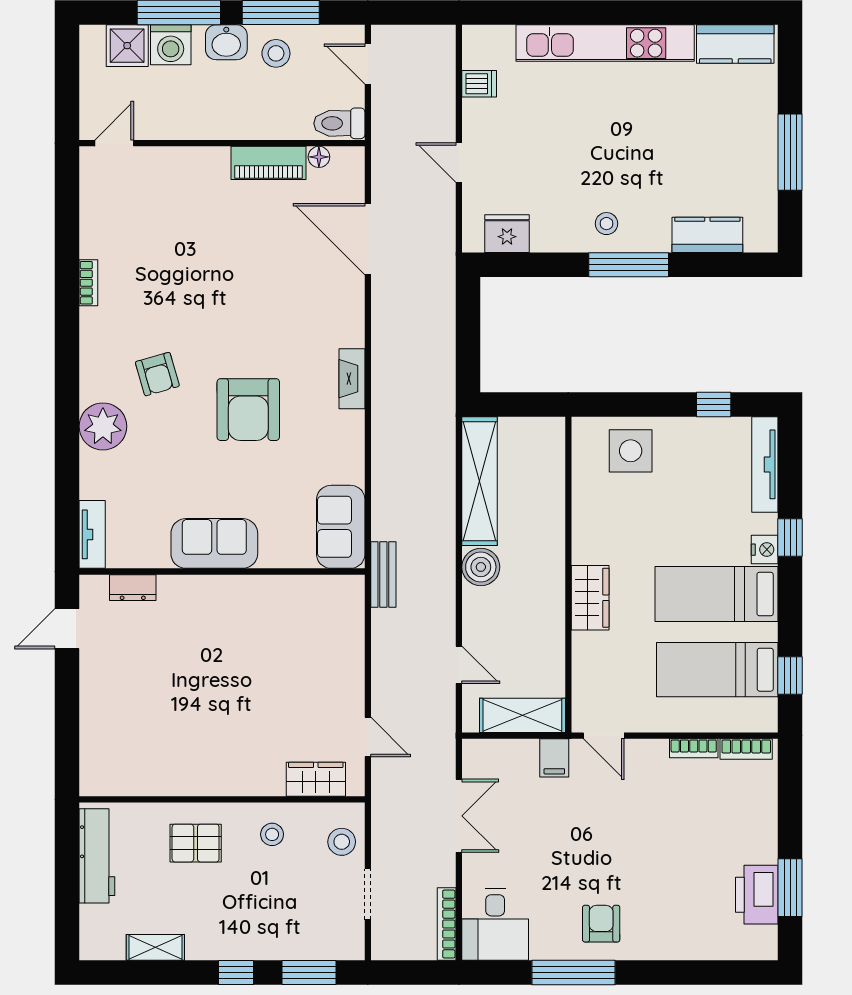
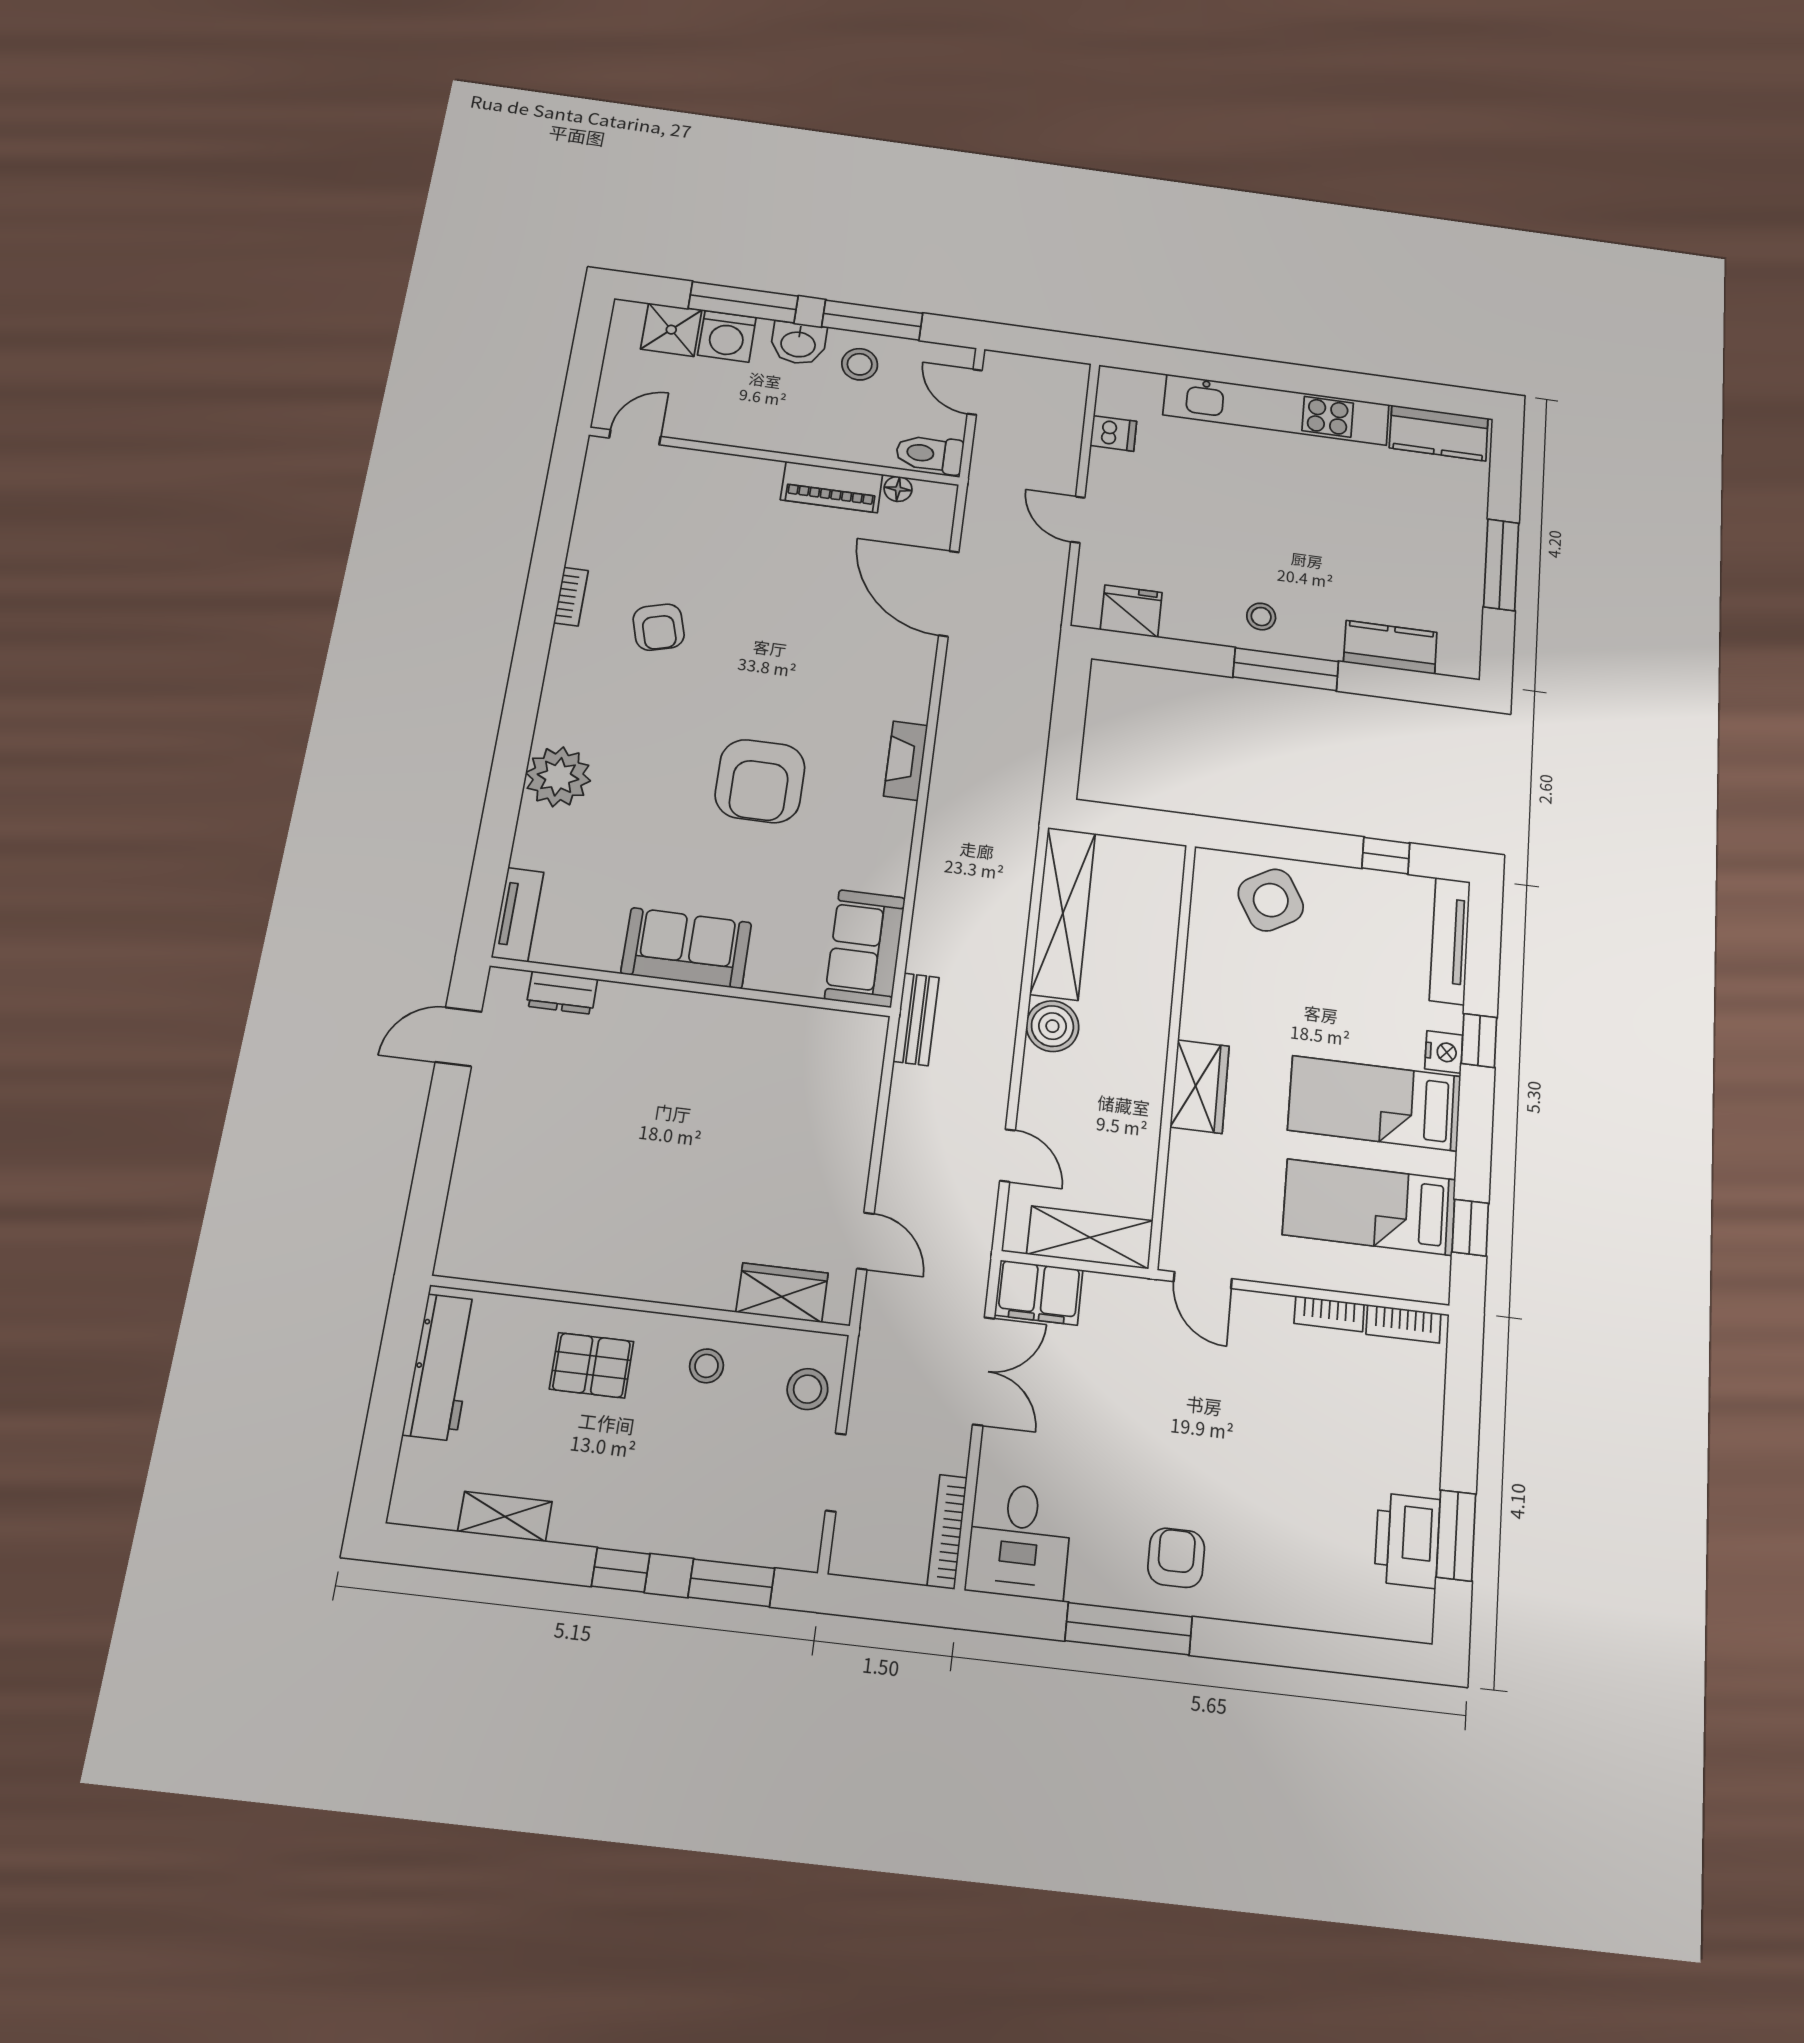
armchair: (157, 374) -> (659, 627), moved
side table: (631, 451) -> (1271, 900), turned -30
filing cabinet: (554, 758) -> (1039, 1292), moved, width x2.00

